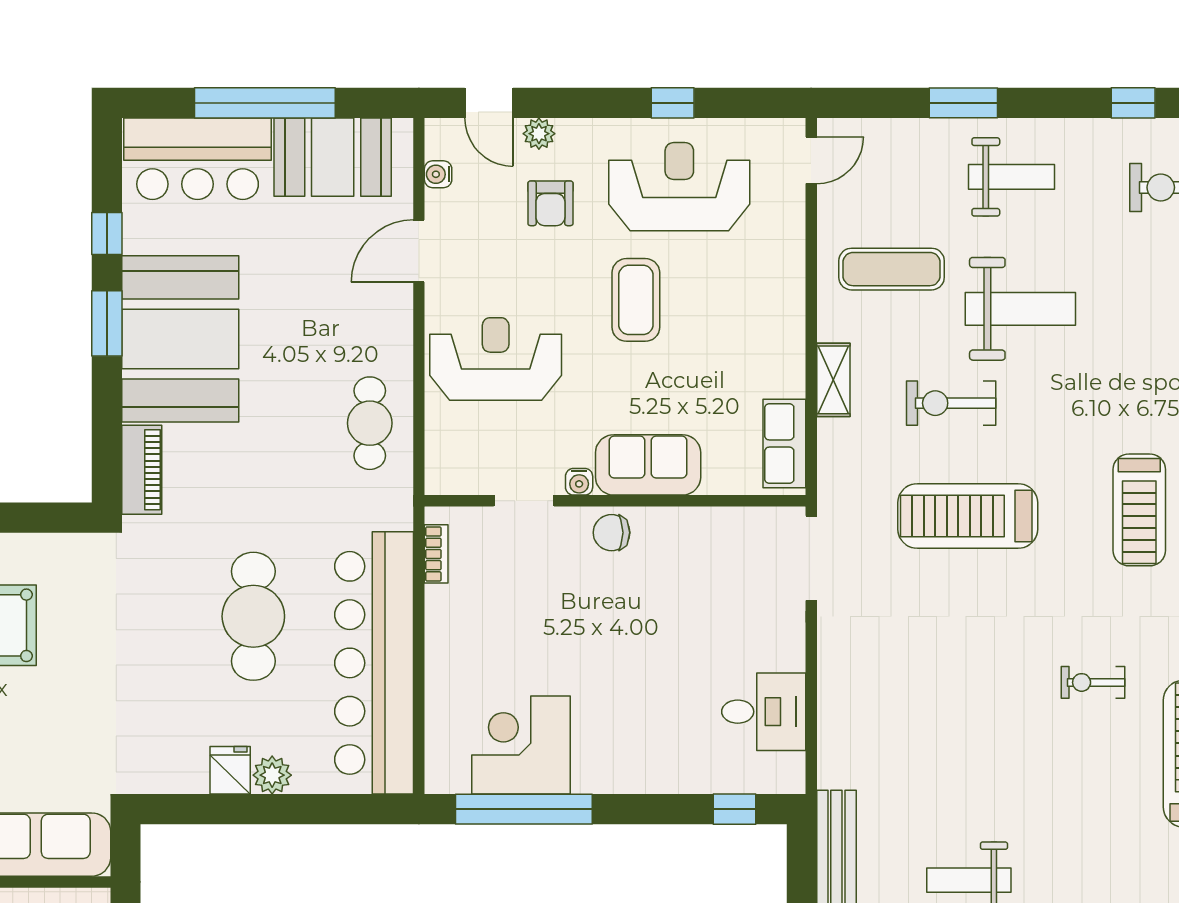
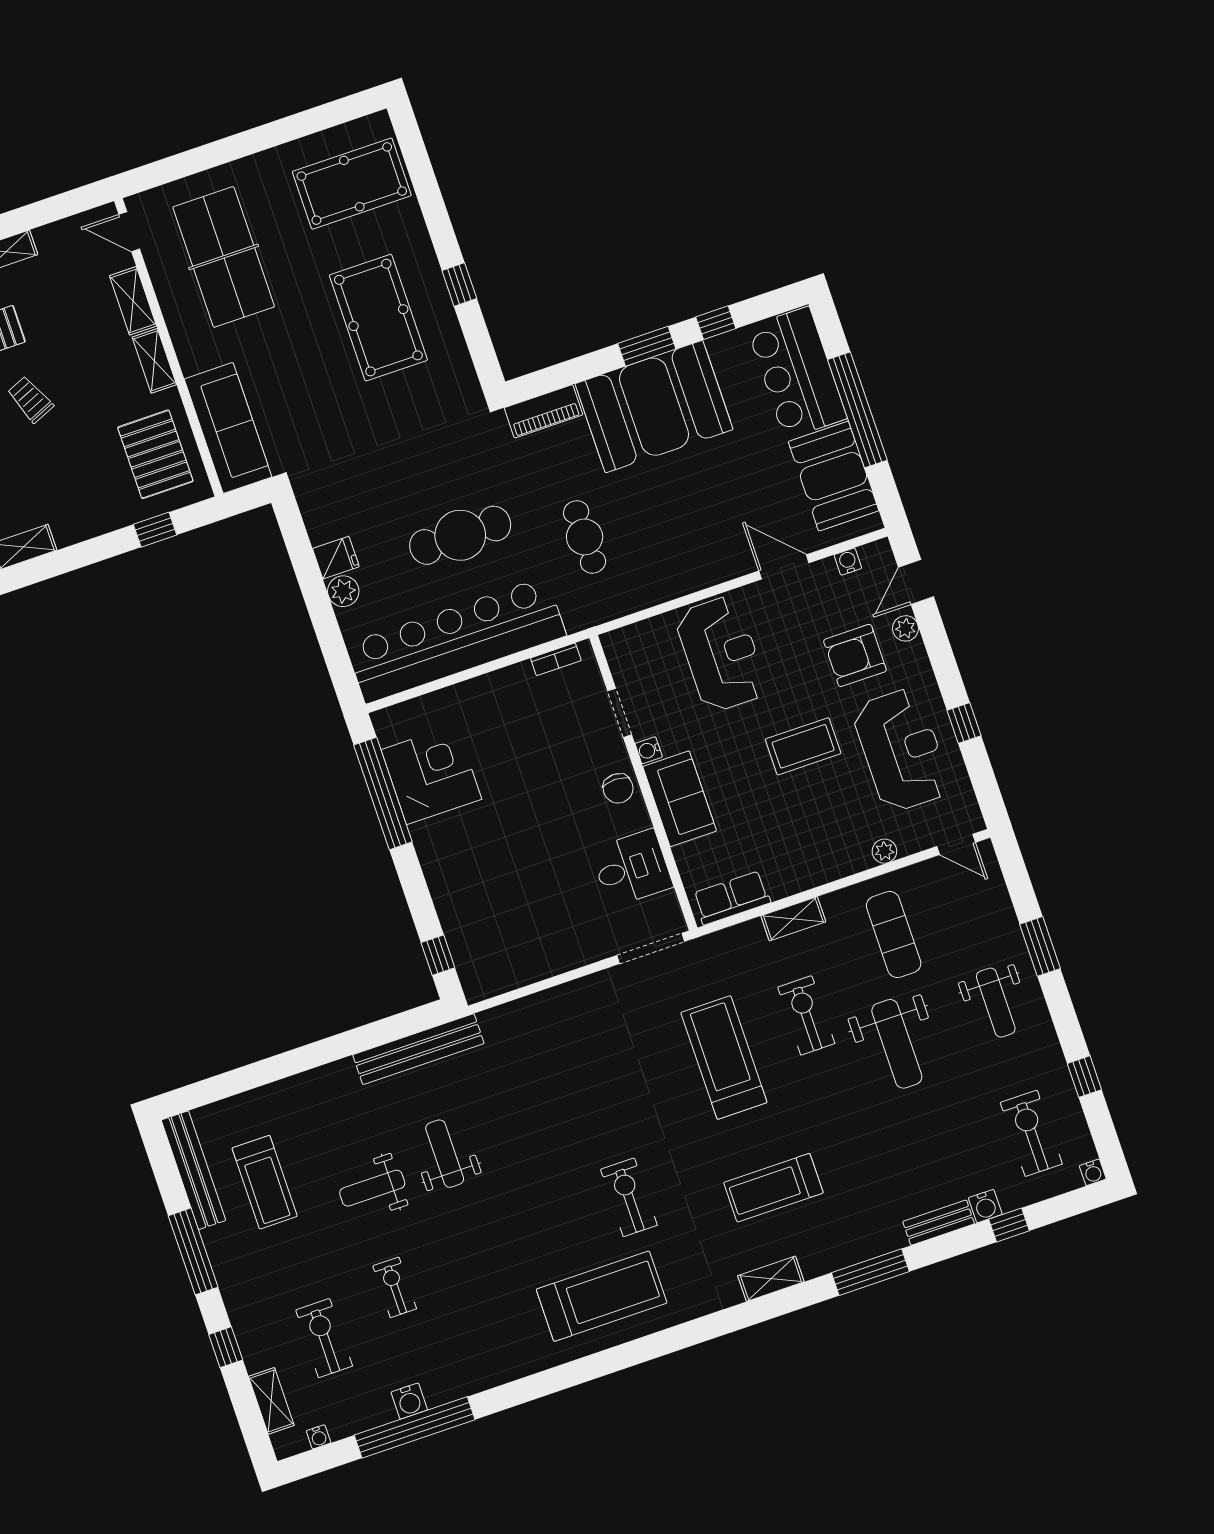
armchair: (550, 203) -> (855, 655), width x1.38, depth x1.38
plant: (791, 247) -> (884, 851), added
cafe table: (370, 423) -> (585, 537), moved, turned 90
chair: (612, 533) -> (618, 788), turned 180
exercise bike: (1093, 682) -> (629, 1197), width x1.38, depth x1.39
desk: (764, 712) -> (632, 868), moved, turned -90

